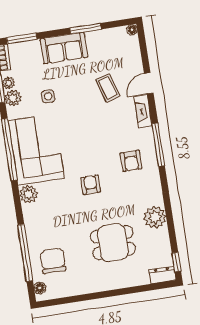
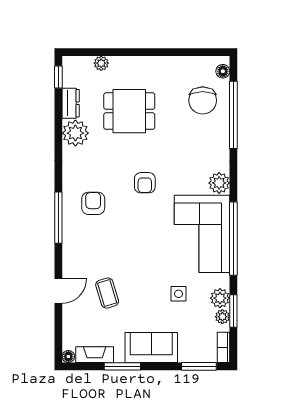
fireplace: (143, 111) -> (95, 355), moved, turned -90
dresser: (162, 275) -> (71, 103), moved, turned -90
plant: (142, 279) -> (101, 63), added

